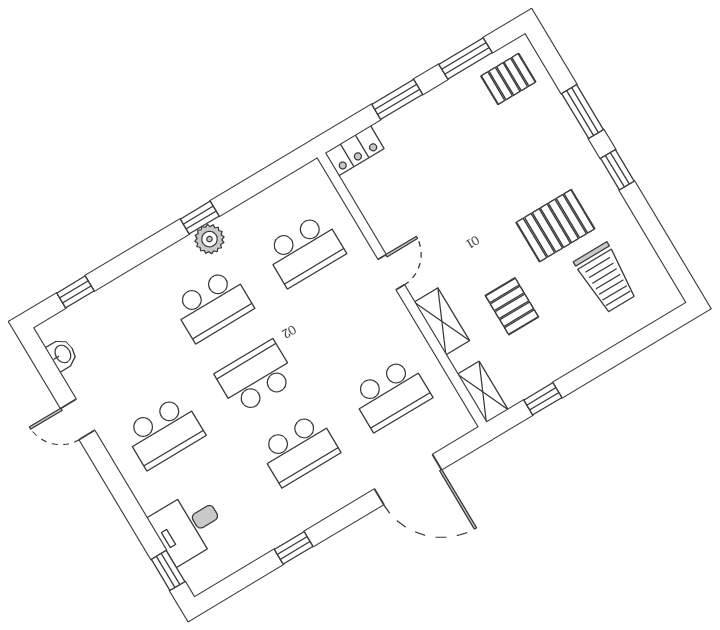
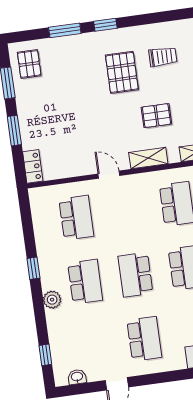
plant: (209, 239) -> (52, 300), moved
trolley: (606, 278) -> (163, 57), width x0.73, depth x0.72

